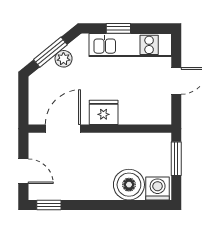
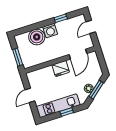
door: (23, 171) -> (91, 27), hinge flipped
washing machine: (158, 189) -> (50, 31), moved
window: (49, 205) -> (61, 18), moved

